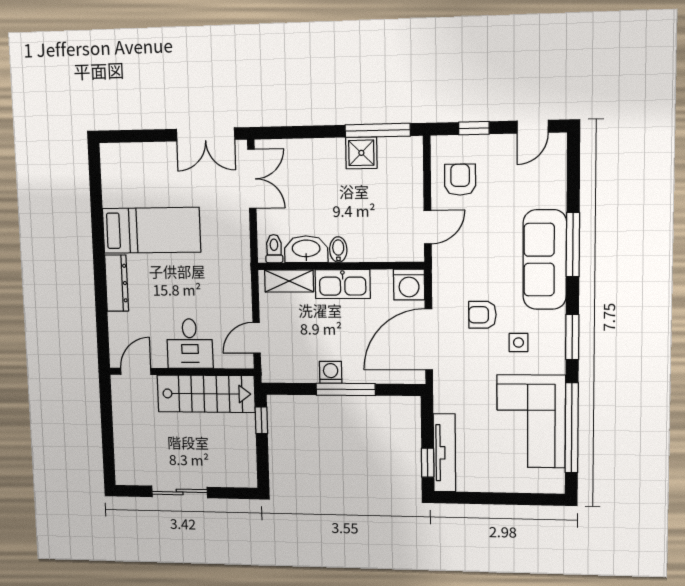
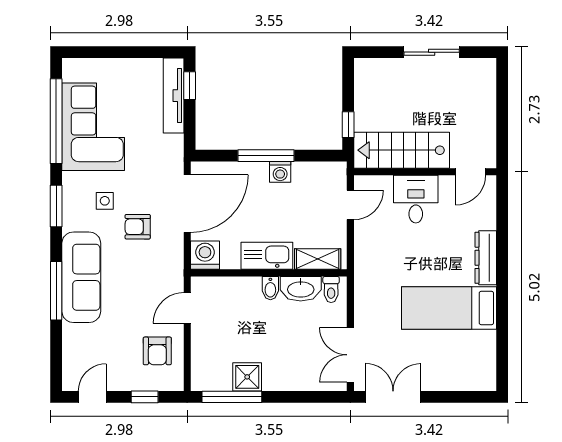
armchair: (482, 315) -> (138, 227), turned 180

